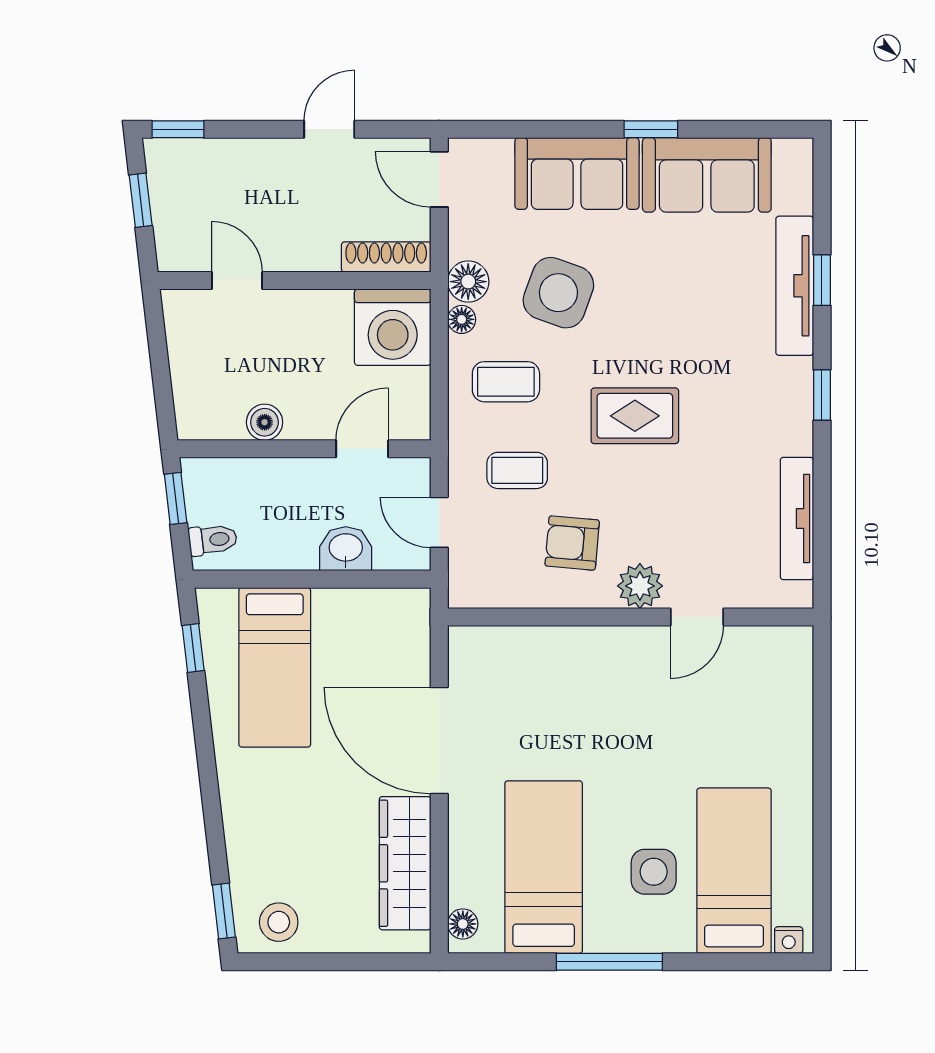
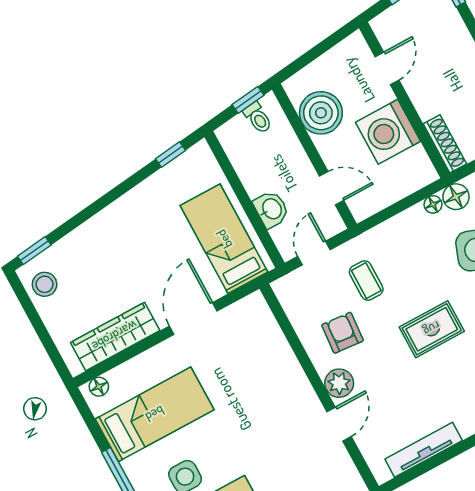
washing machine: (393, 327) -> (388, 132), moved
coffee table: (506, 382) -> (412, 248), removed
rug: (635, 416) -> (432, 329), turned 90
boiler: (265, 422) -> (321, 113), width x1.86, depth x1.86
toilet: (213, 540) -> (258, 118), moved
door: (697, 617) -> (339, 424), swing flipped
bed: (275, 667) -> (224, 239), moved, turned 90
door: (439, 740) -> (193, 319), width x0.73

